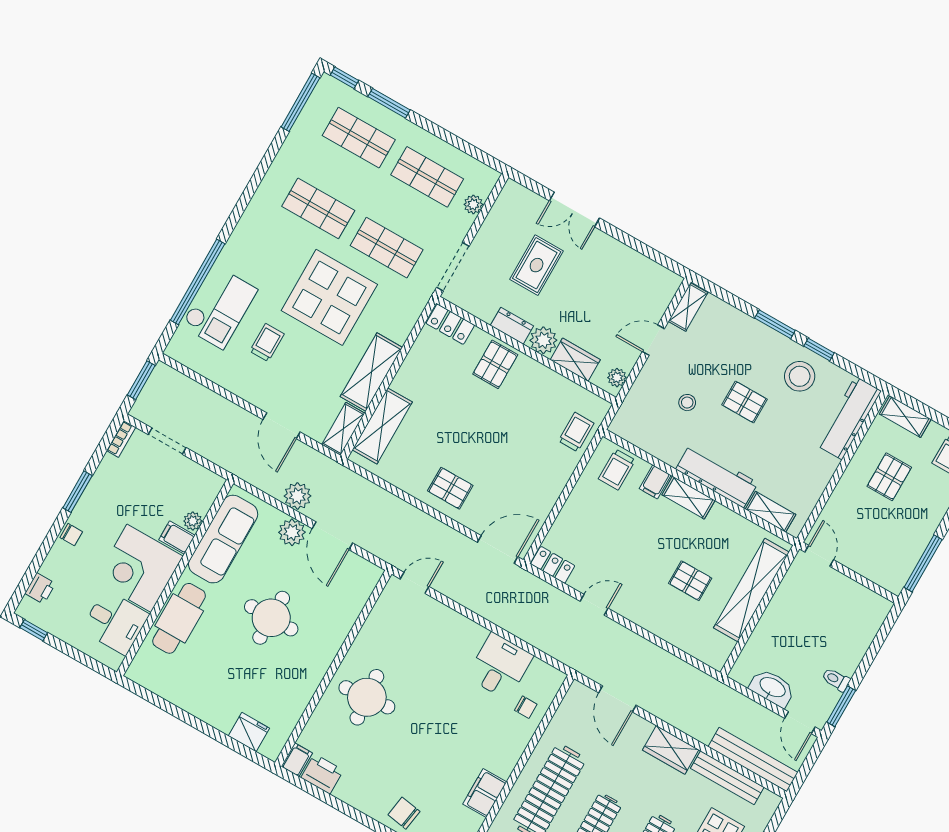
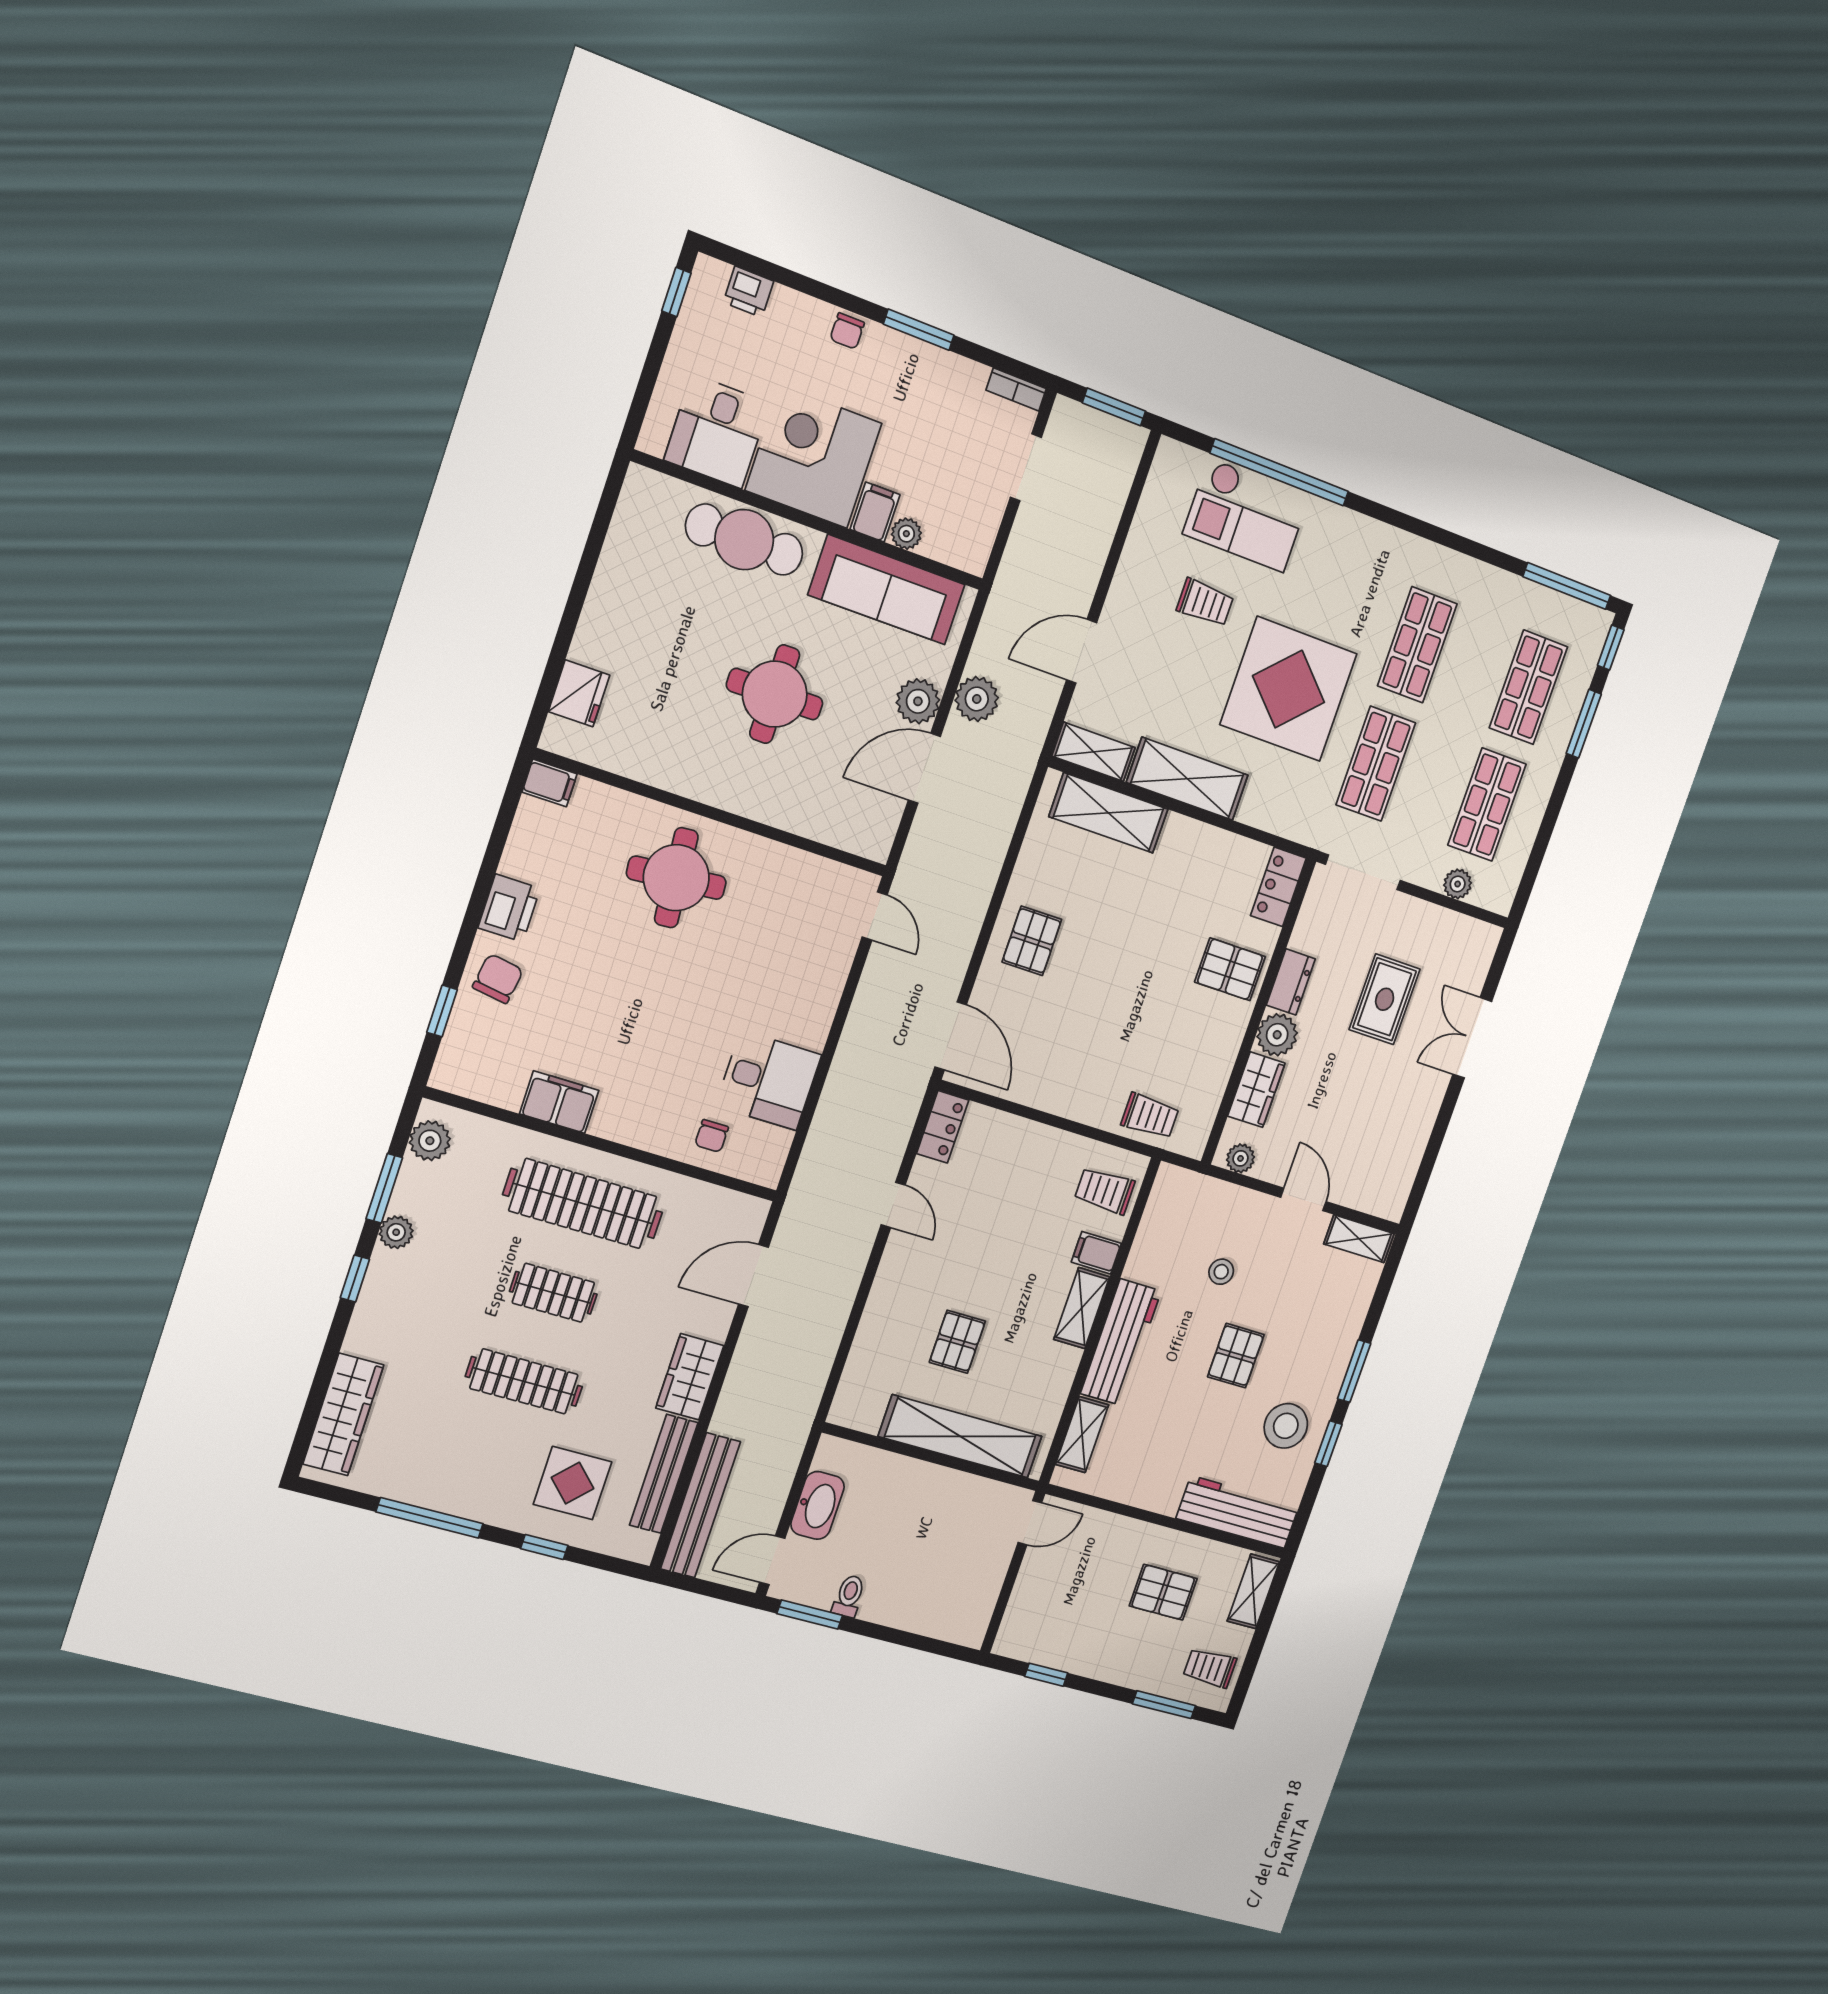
rug: (537, 265) -> (1385, 999), turned 90
window: (923, 563) -> (1046, 1675), width x0.46
printer: (322, 774) -> (509, 908), moved

